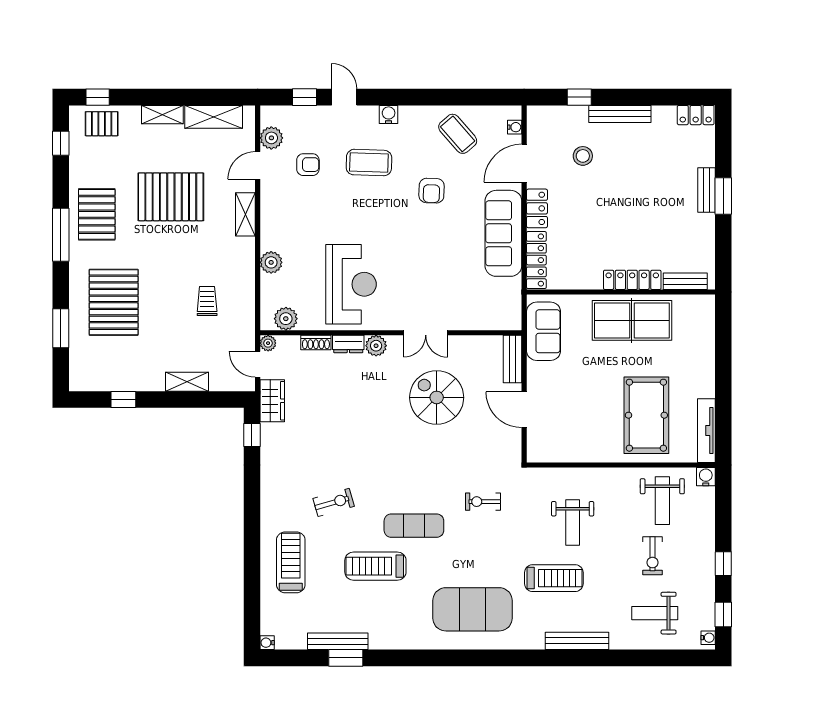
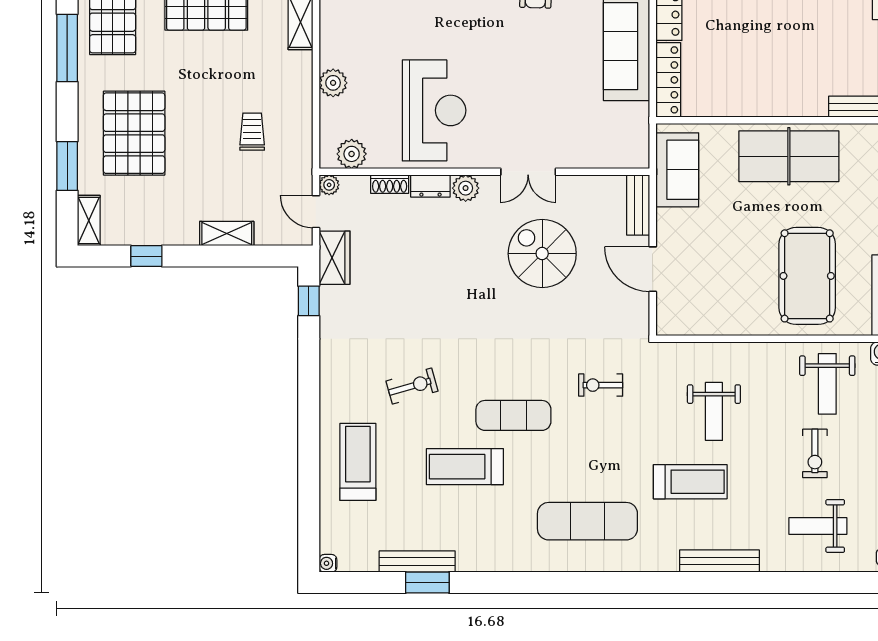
locker: (632, 280) -> (789, 105), removed
shelving: (78, 371) -> (89, 221), added
exercise mat: (472, 609) -> (587, 521), width x0.68

